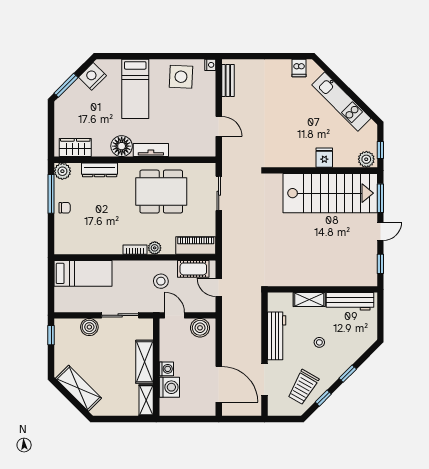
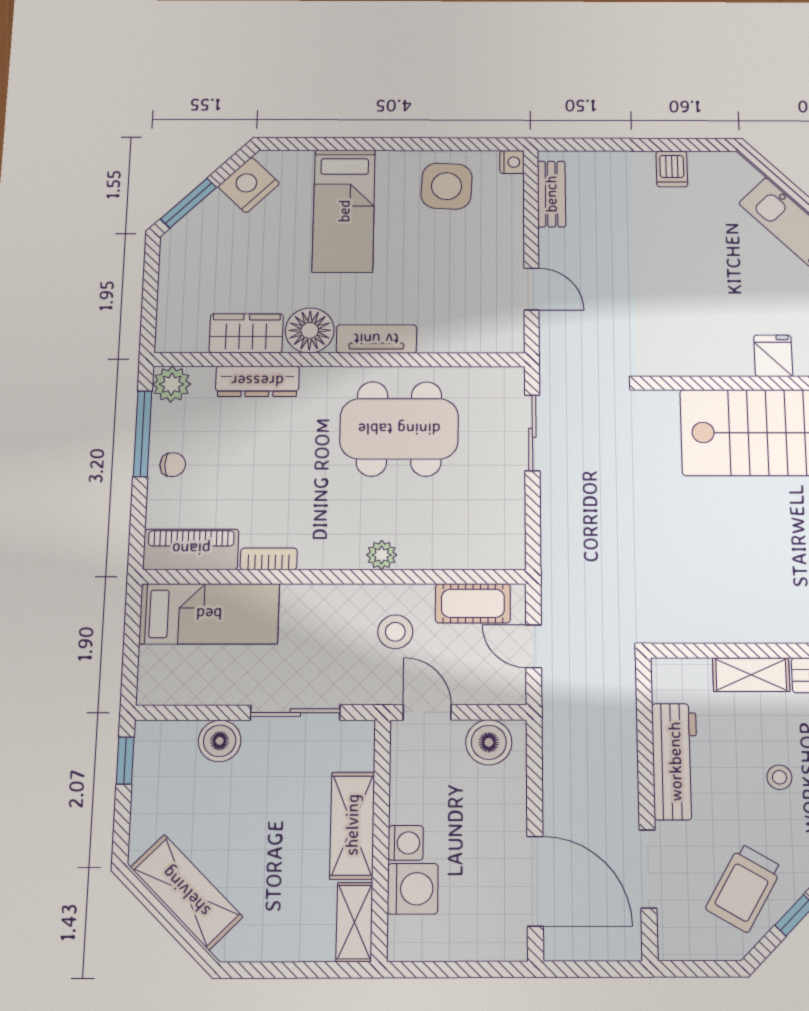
dishwasher: (299, 68) -> (672, 169), moved
wardrobe: (75, 148) -> (246, 333), moved
piano: (196, 245) -> (191, 549), moved
bookcase: (135, 250) -> (269, 559), moved

